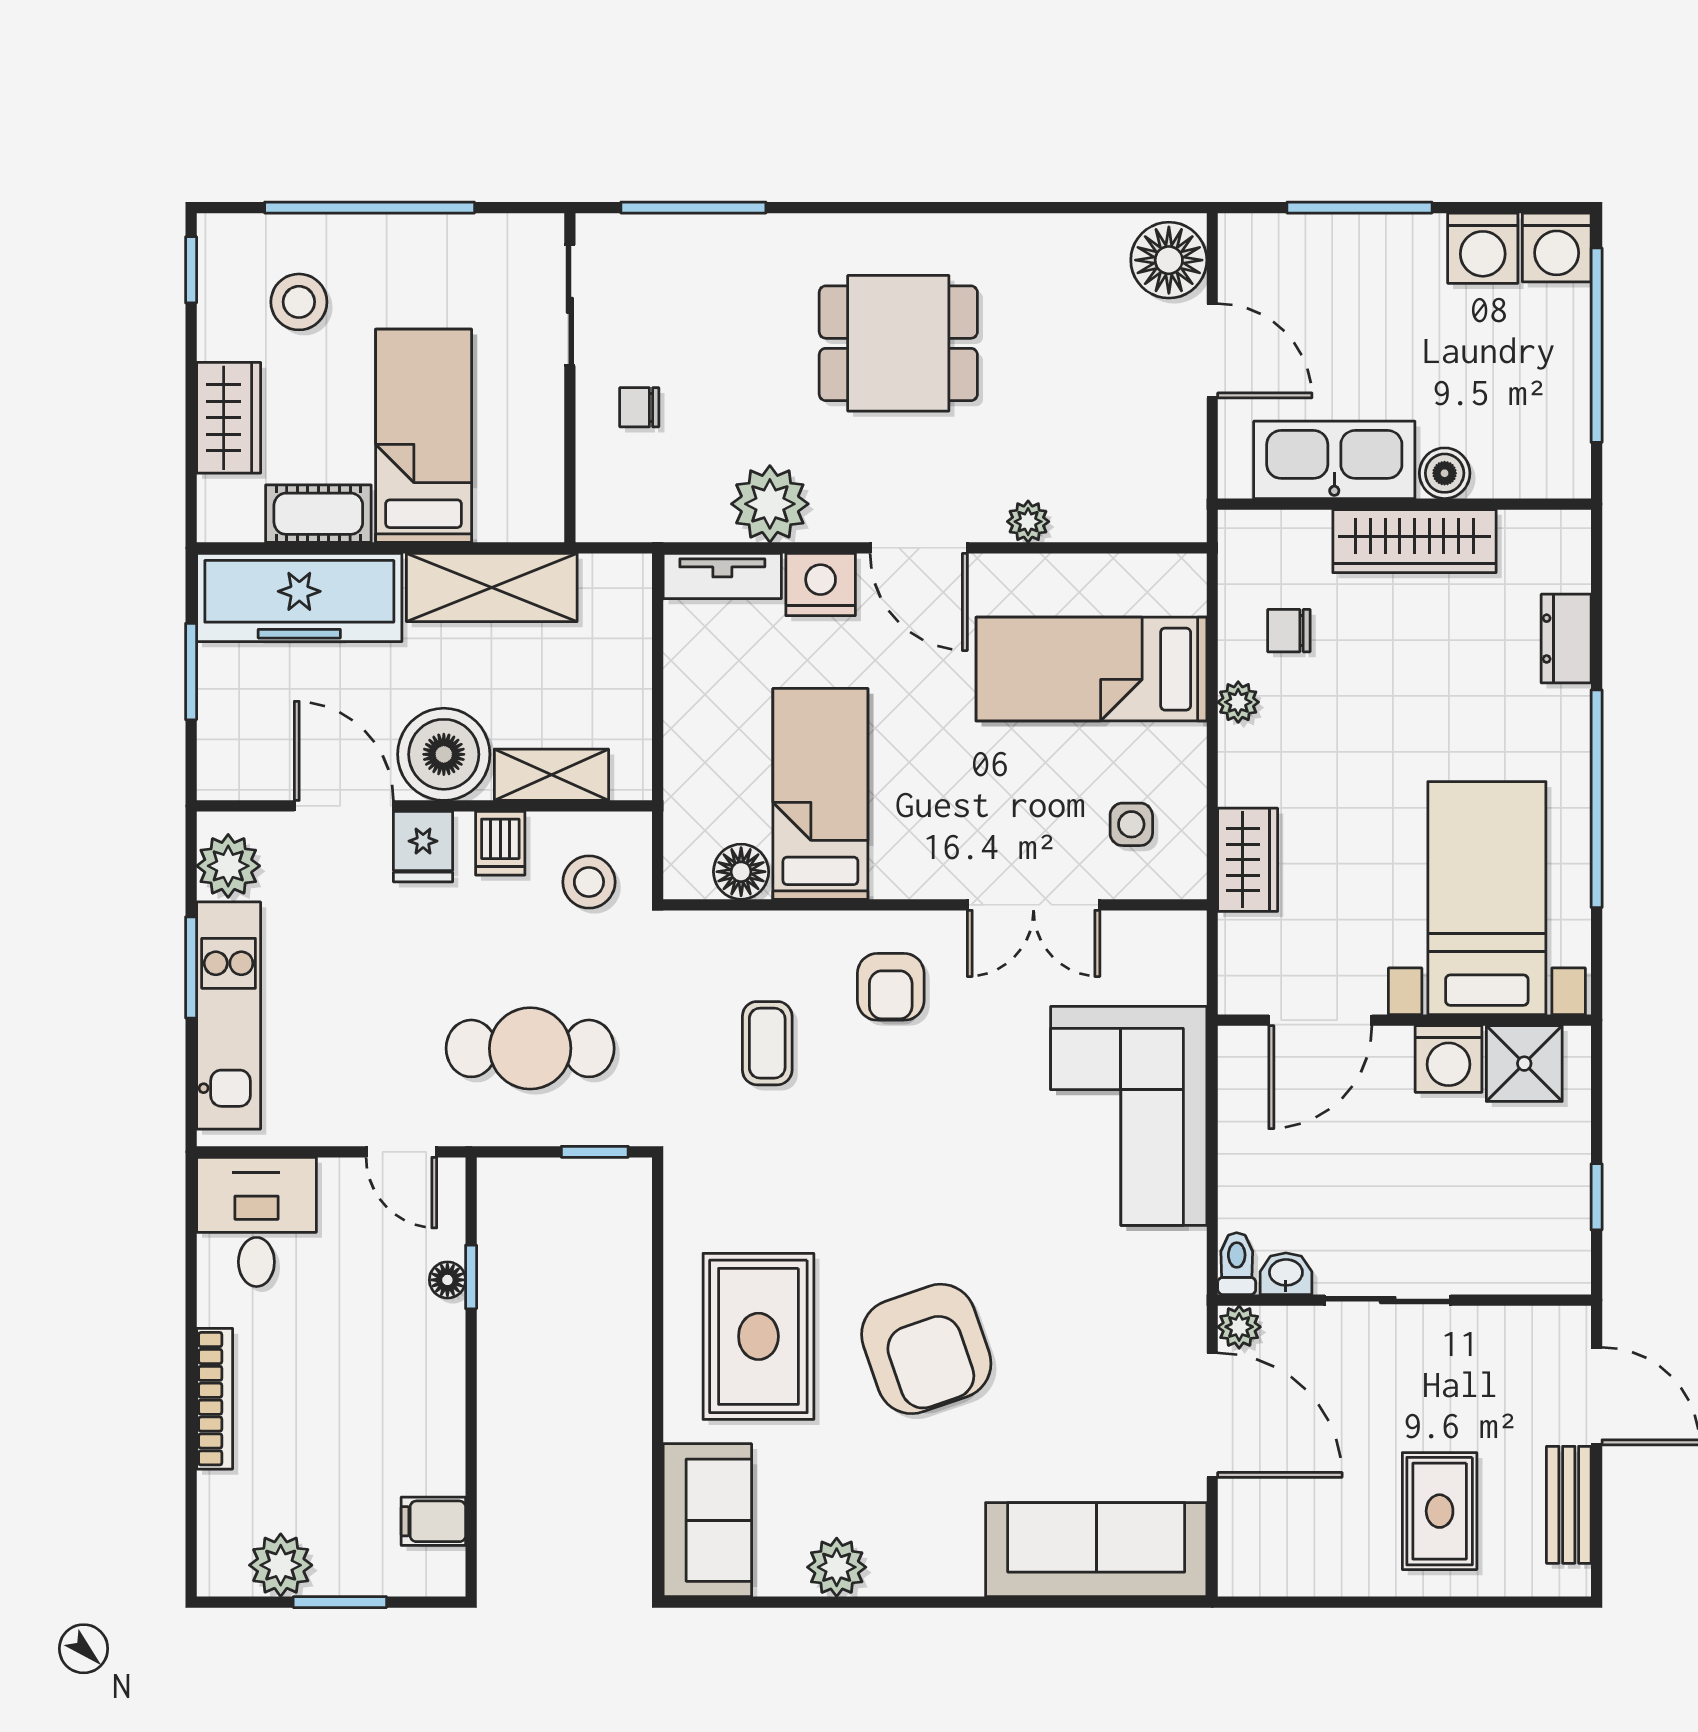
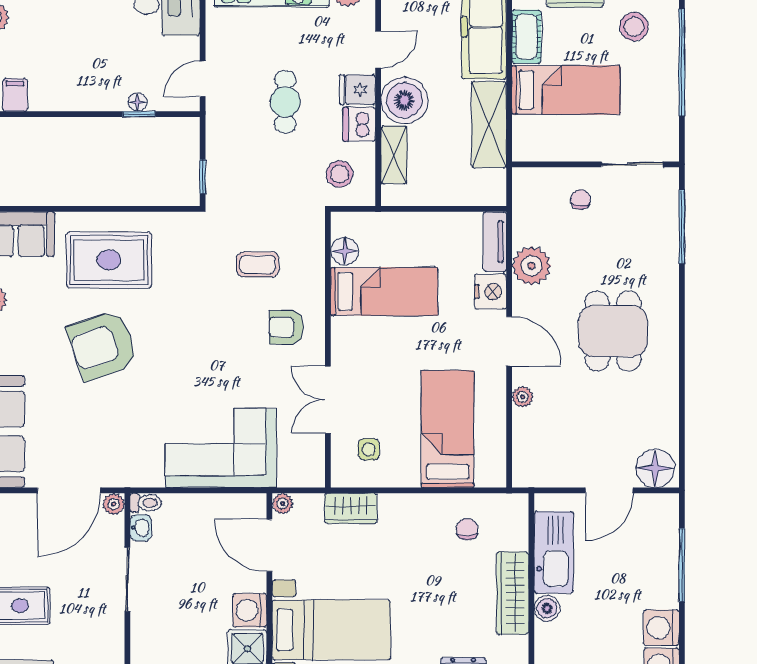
door: (919, 548) -> (509, 341), swing flipped
plant: (1238, 702) -> (283, 504), moved
door: (344, 806) -> (378, 50), width x0.73
dishwasher: (500, 843) -> (359, 124), width x1.38
cafe table: (530, 1048) -> (285, 102), moved, width x0.73, depth x0.74

